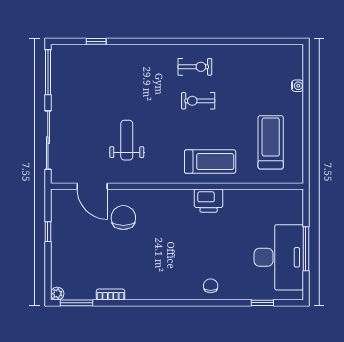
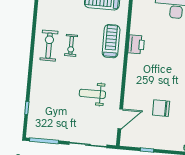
exercise bike: (195, 67) -> (49, 46), width x1.38, depth x1.39
chair: (123, 218) -> (161, 108), moved

